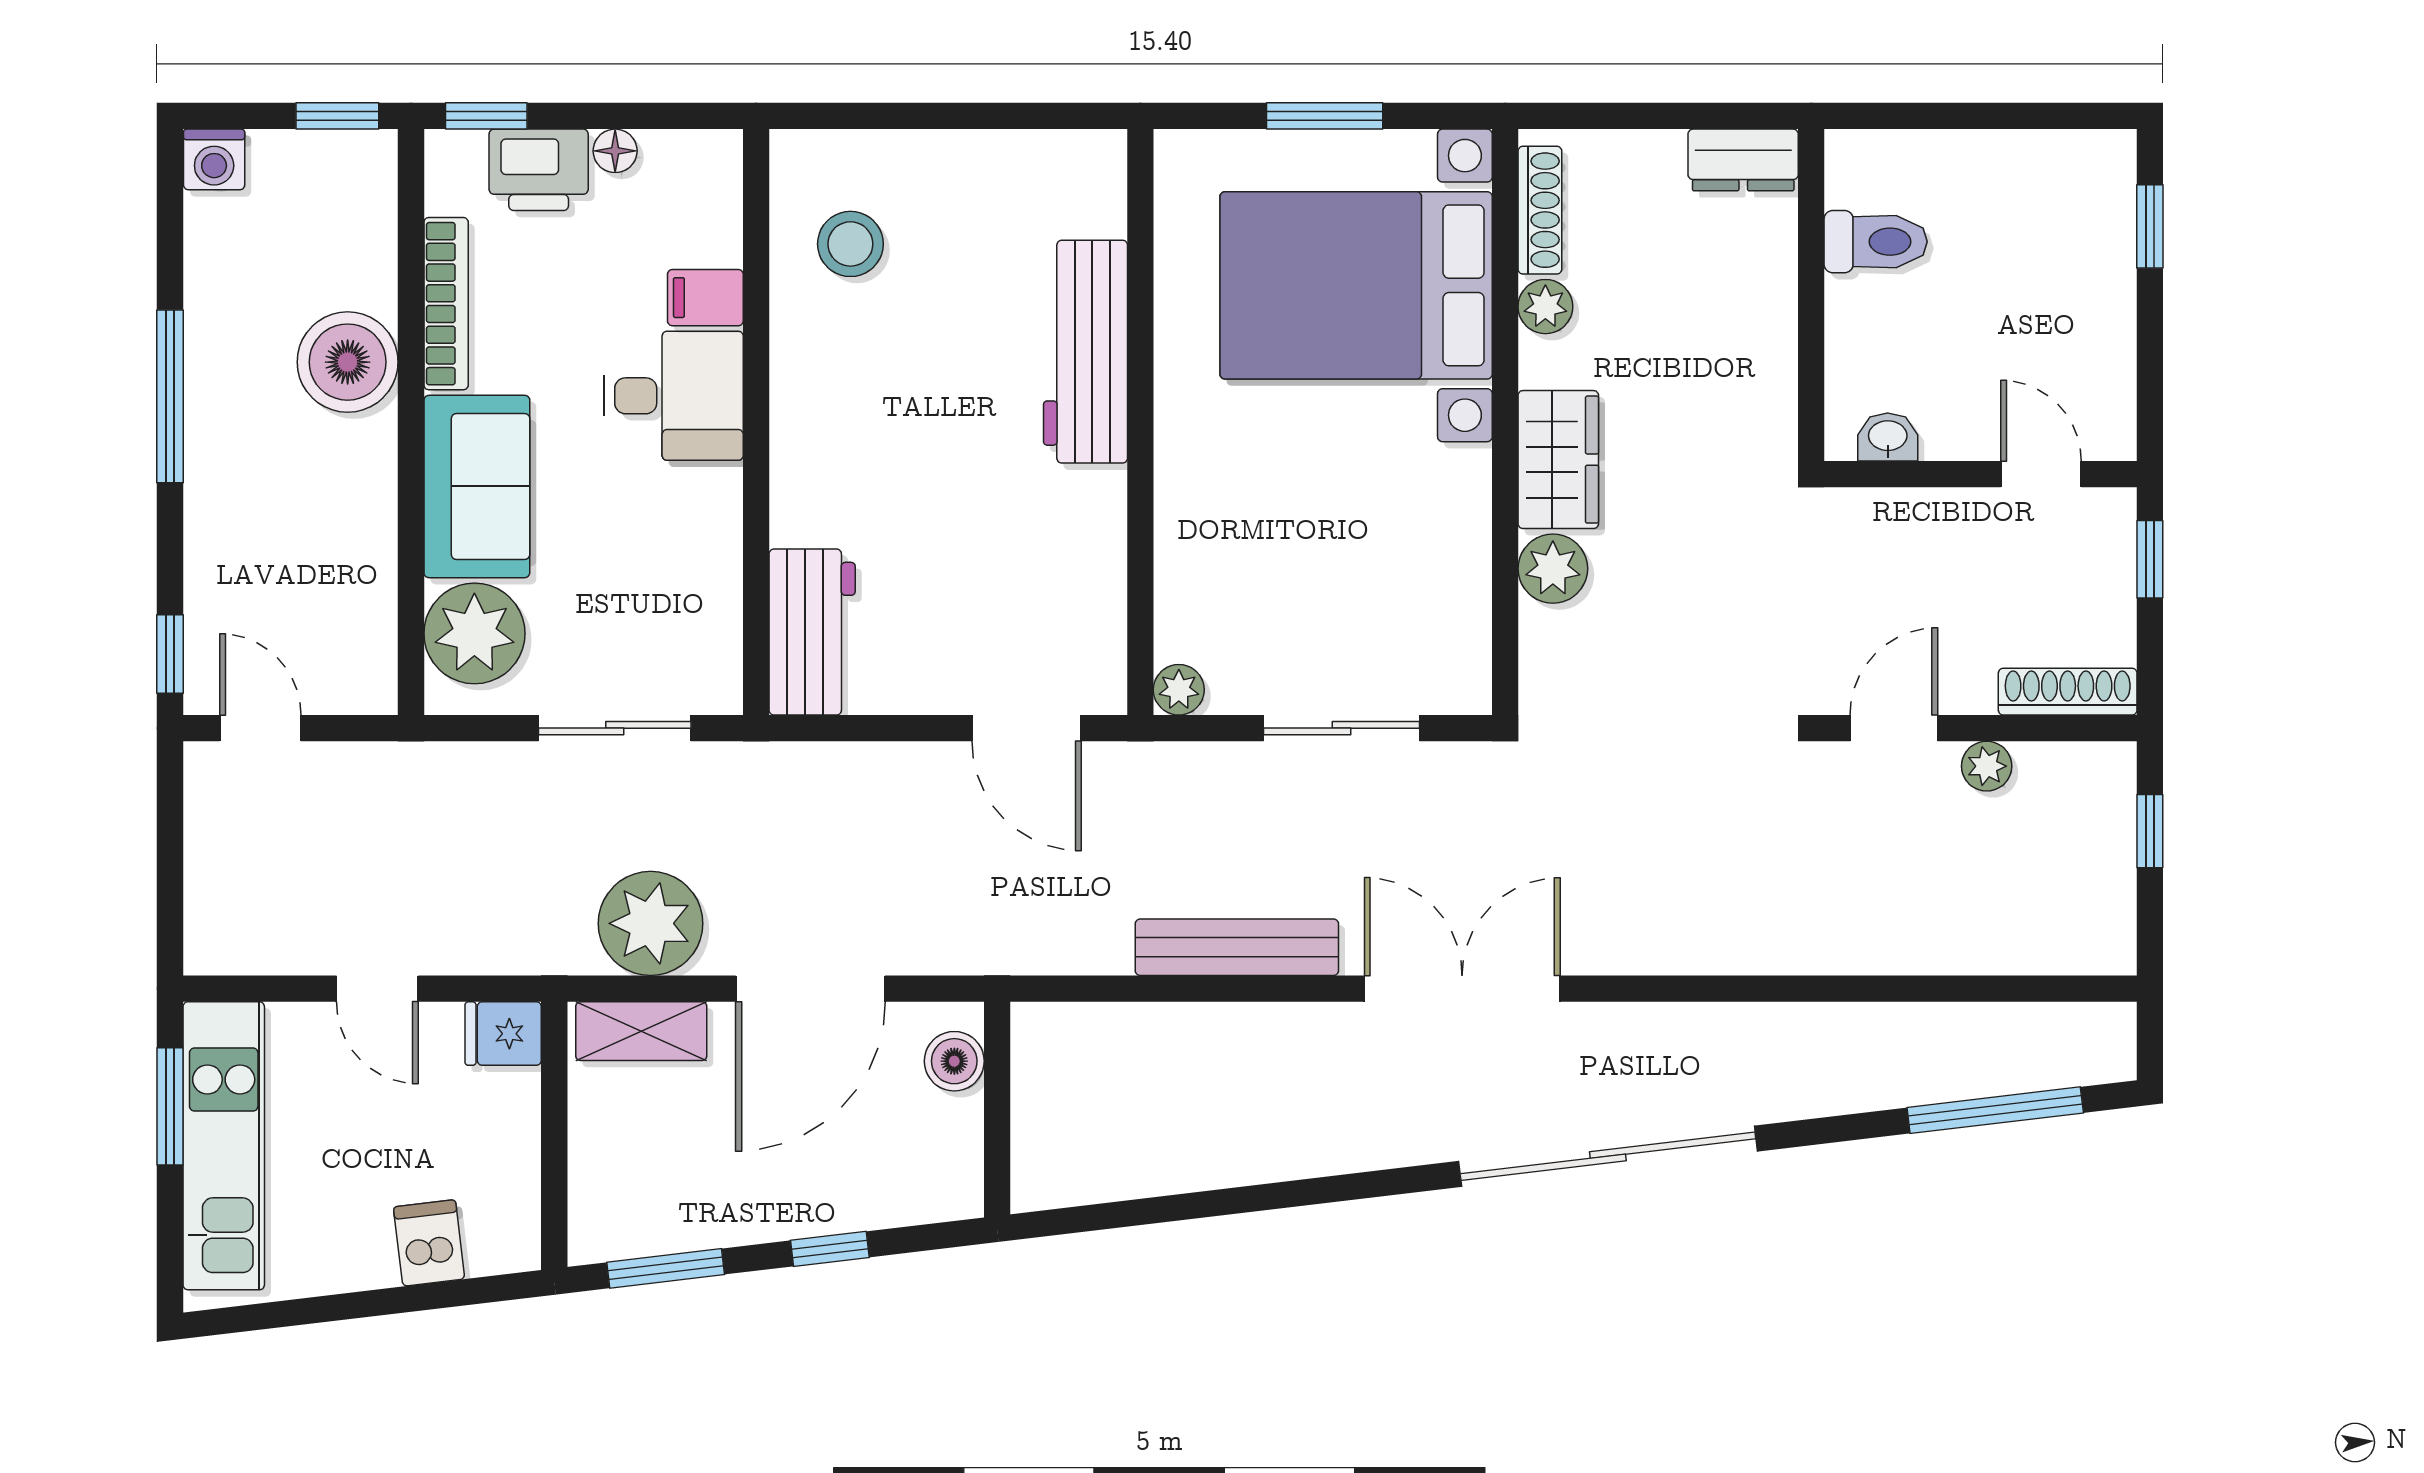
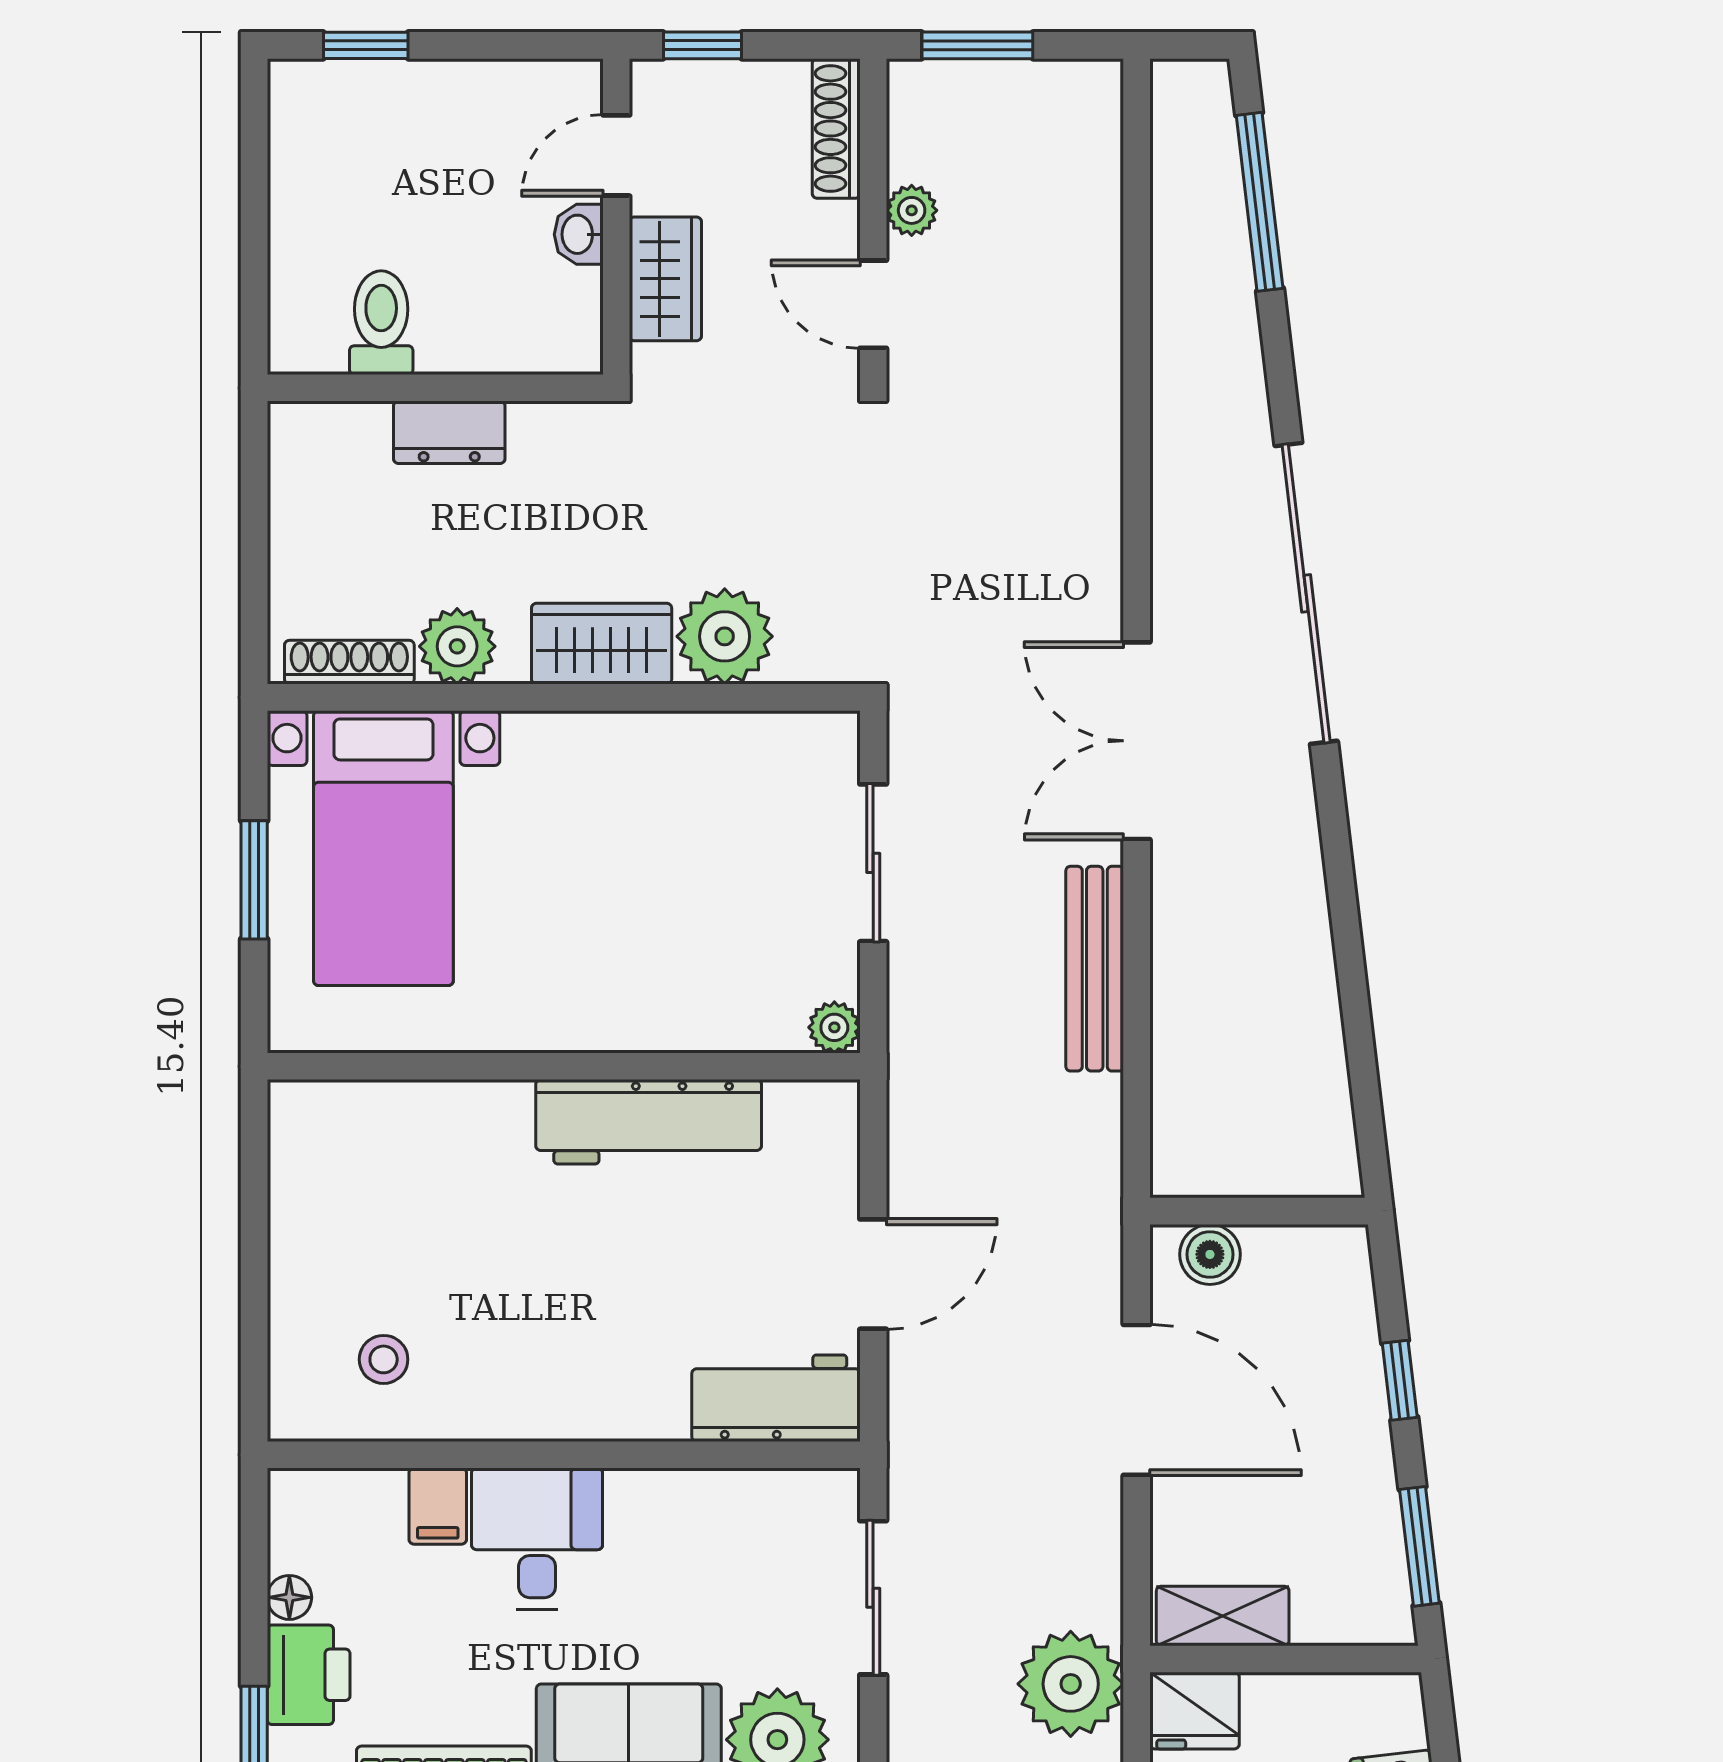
dresser: (1743, 160) -> (449, 432), moved, turned 90
stool: (850, 244) -> (384, 1359), width x0.73, depth x0.73
bed with nightstands: (1356, 285) -> (383, 848), width x0.73
plant: (1545, 307) -> (457, 646), width x1.38, depth x1.38
workbench: (1085, 352) -> (649, 1122), moved
washbasin: (1888, 437) -> (579, 234), moved
wardrobe: (1919, 523) -> (665, 279), added
plant: (1553, 569) -> (725, 636), width x1.36, depth x1.36
door: (1027, 728) -> (873, 1274), moved
window: (2150, 831) -> (977, 45), width x1.50
plant: (651, 923) -> (1071, 1684), moved
shelving: (641, 1031) -> (1223, 1616), moved, turned 90
fridge: (503, 1034) -> (1194, 1711), width x1.38

